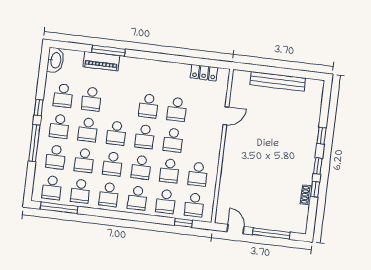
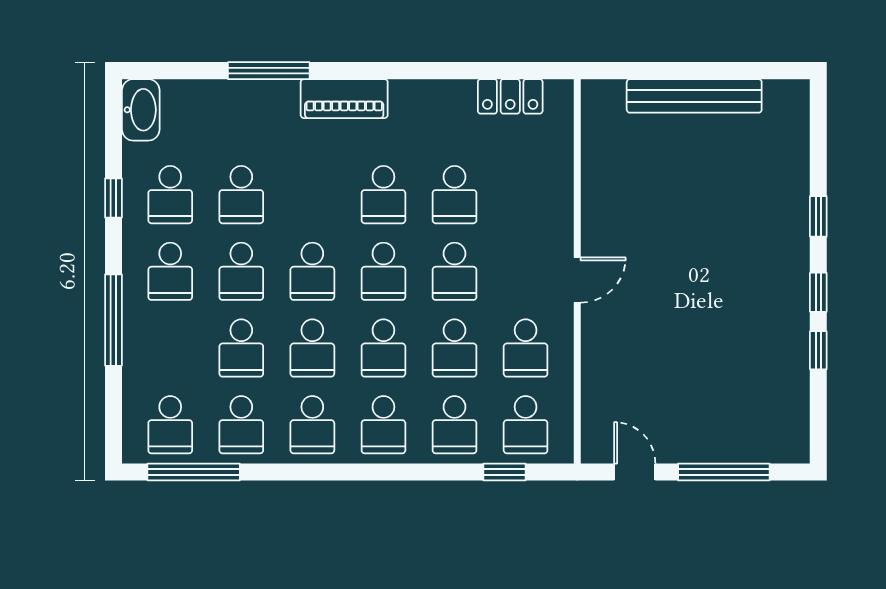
piano: (101, 61) -> (344, 99), moved
window: (39, 107) -> (114, 198), moved
door: (226, 116) -> (577, 280), moved
school desk: (56, 157) -> (170, 348), removed
shoe rack: (306, 195) -> (798, 367), removed

